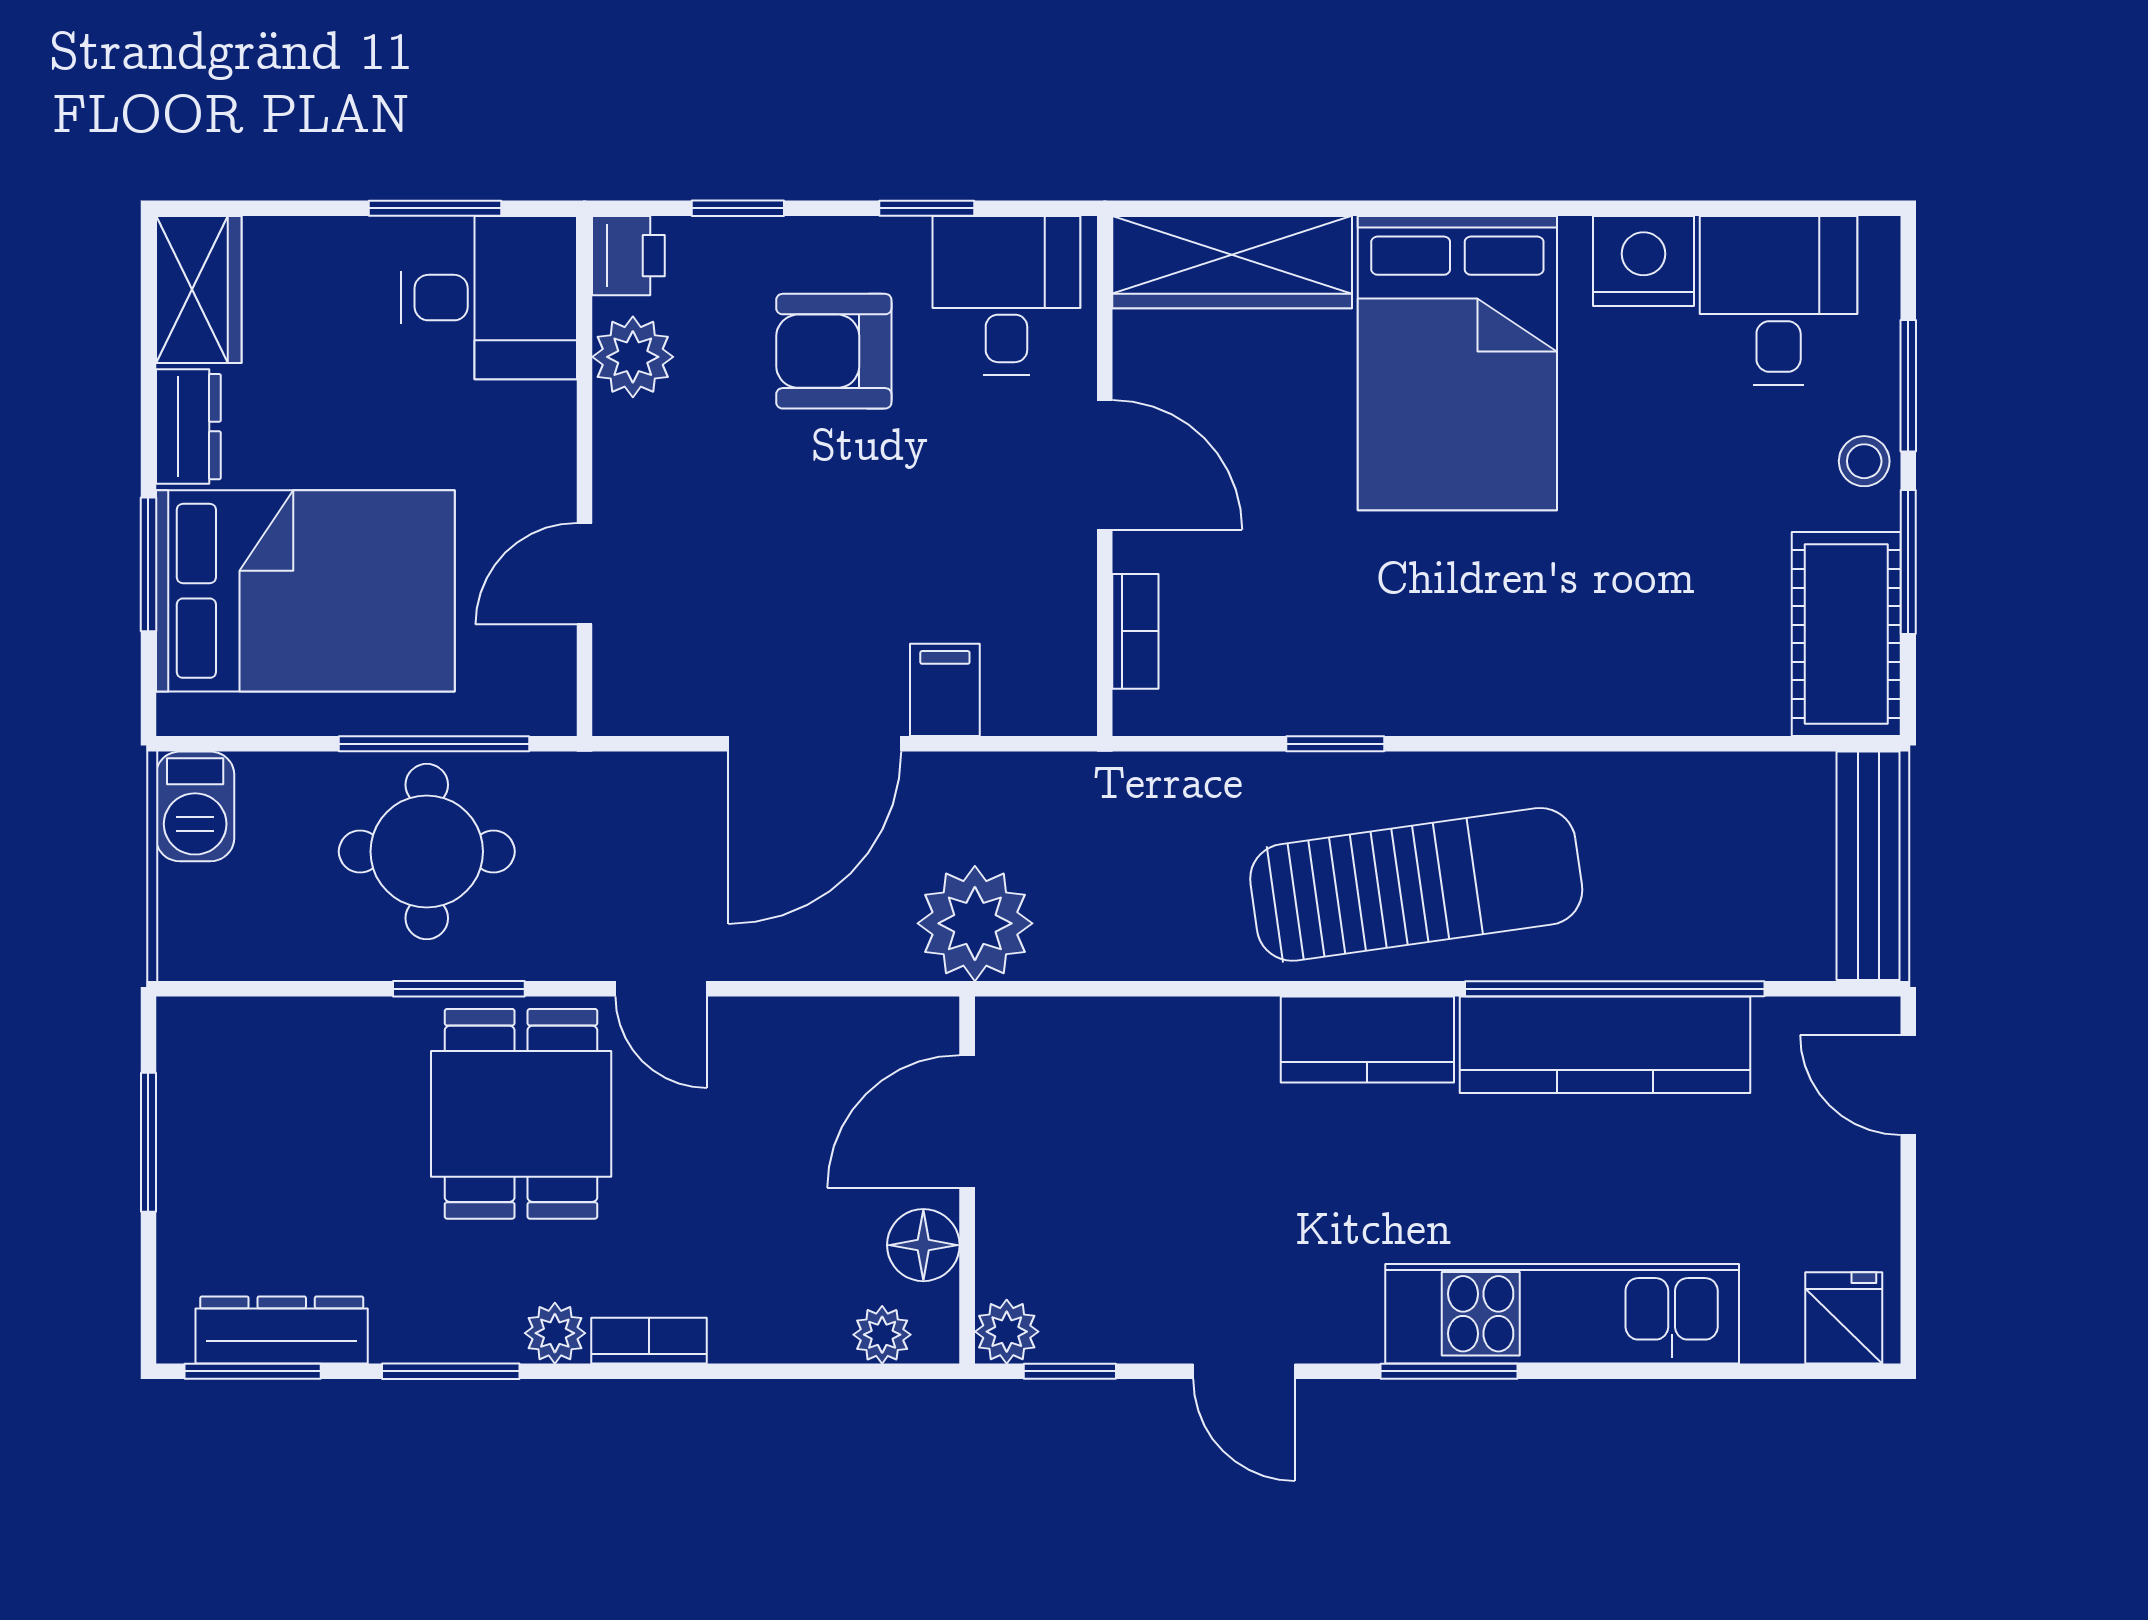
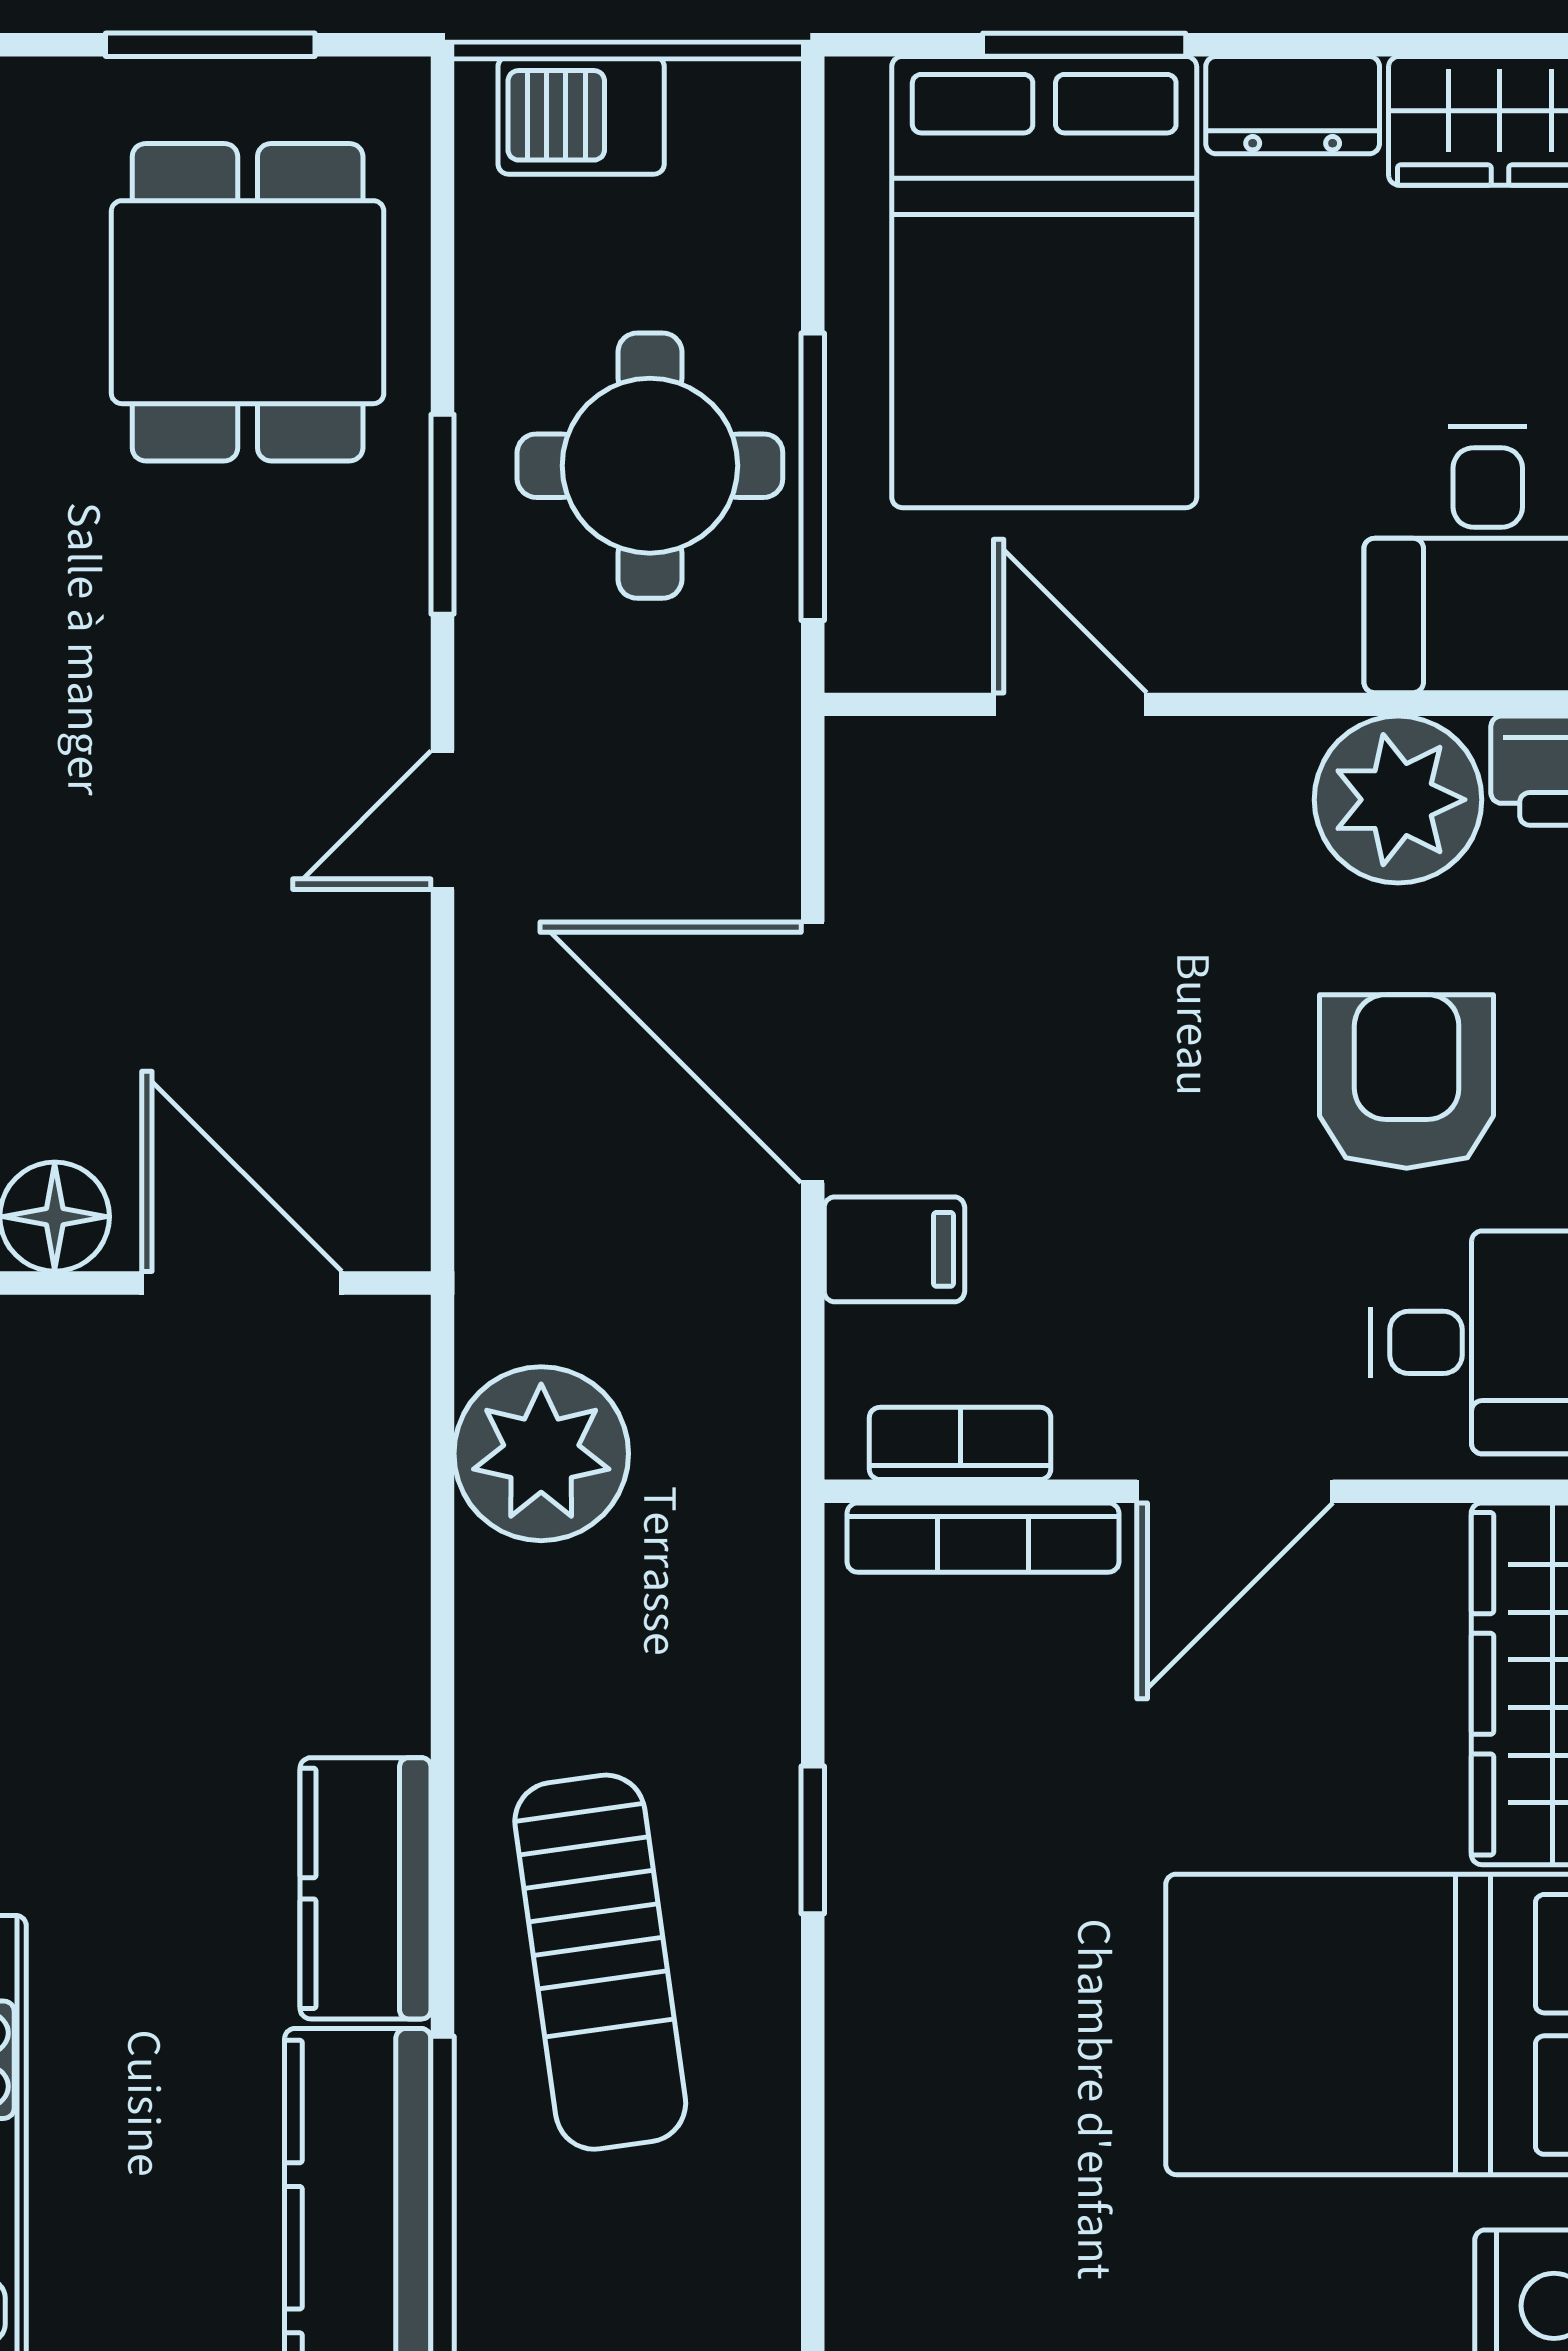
plant: (633, 357) -> (1398, 800), width x1.36, depth x1.36
bookcase: (1135, 631) -> (983, 1538), width x1.56
bookcase: (1073, 646) -> (960, 1443), added
barbecue: (195, 806) -> (581, 115), moved
sun lounger: (1416, 884) -> (600, 1962), width x0.73, depth x0.75
plant: (975, 923) -> (541, 1454), moved
dining table: (521, 1114) -> (248, 302), moved, turned 90

